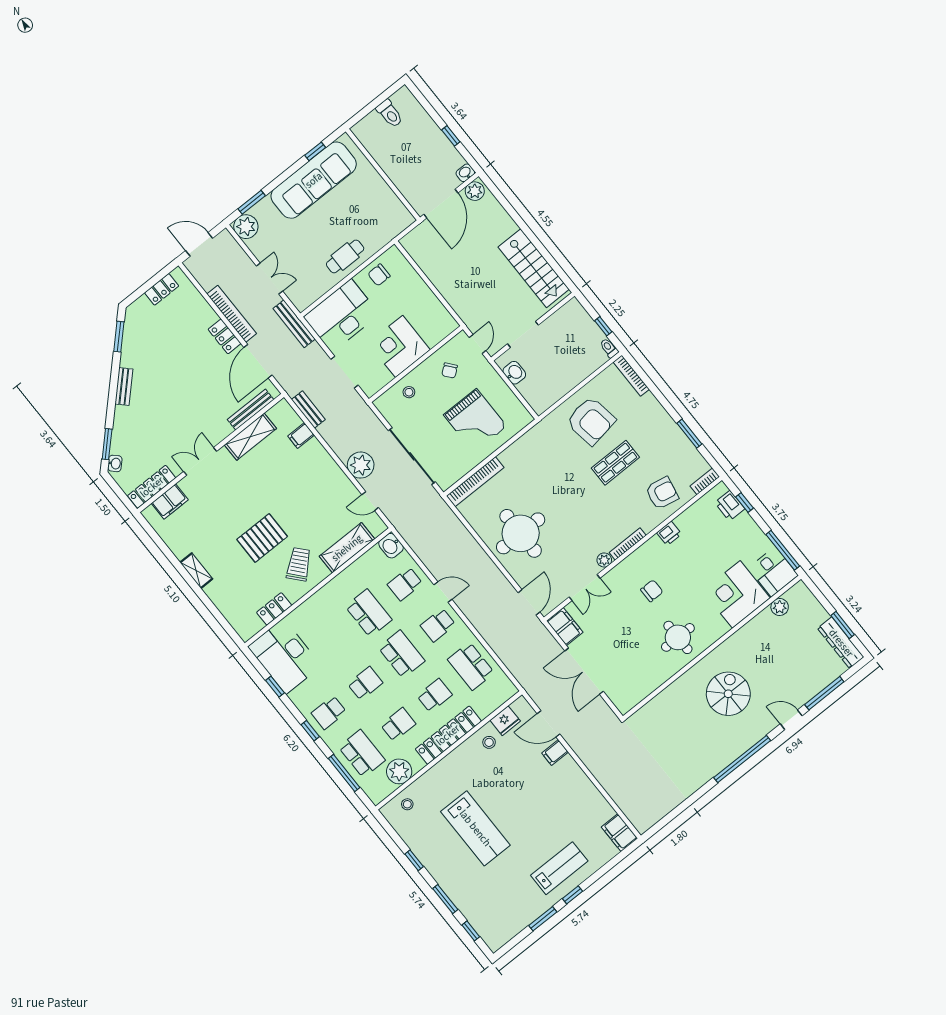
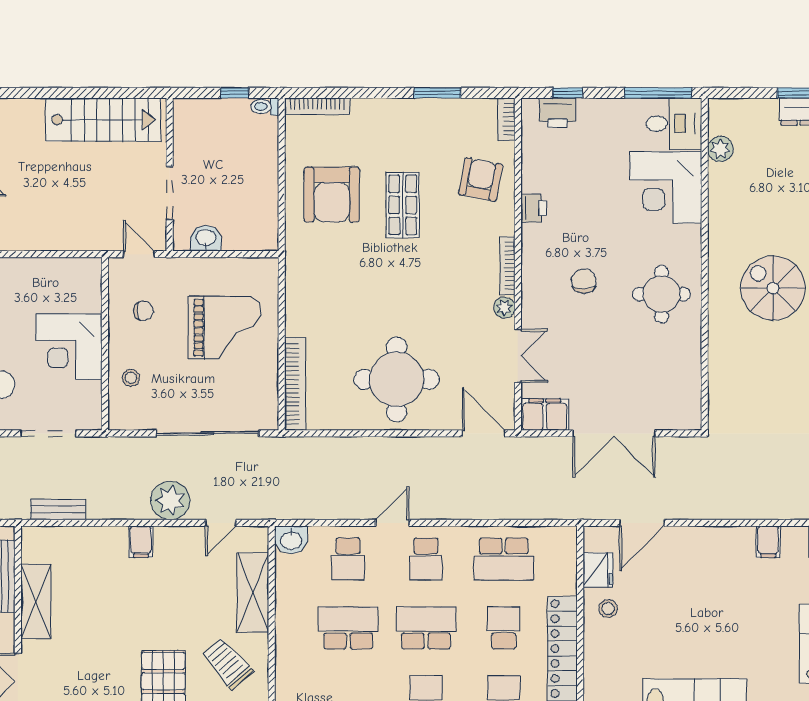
chair: (450, 370) -> (143, 311), turned -55
armchair: (591, 421) -> (332, 195), turned 99
filing cabinet: (301, 436) -> (141, 542), moved
filing cabinet: (555, 753) -> (768, 542), moved

